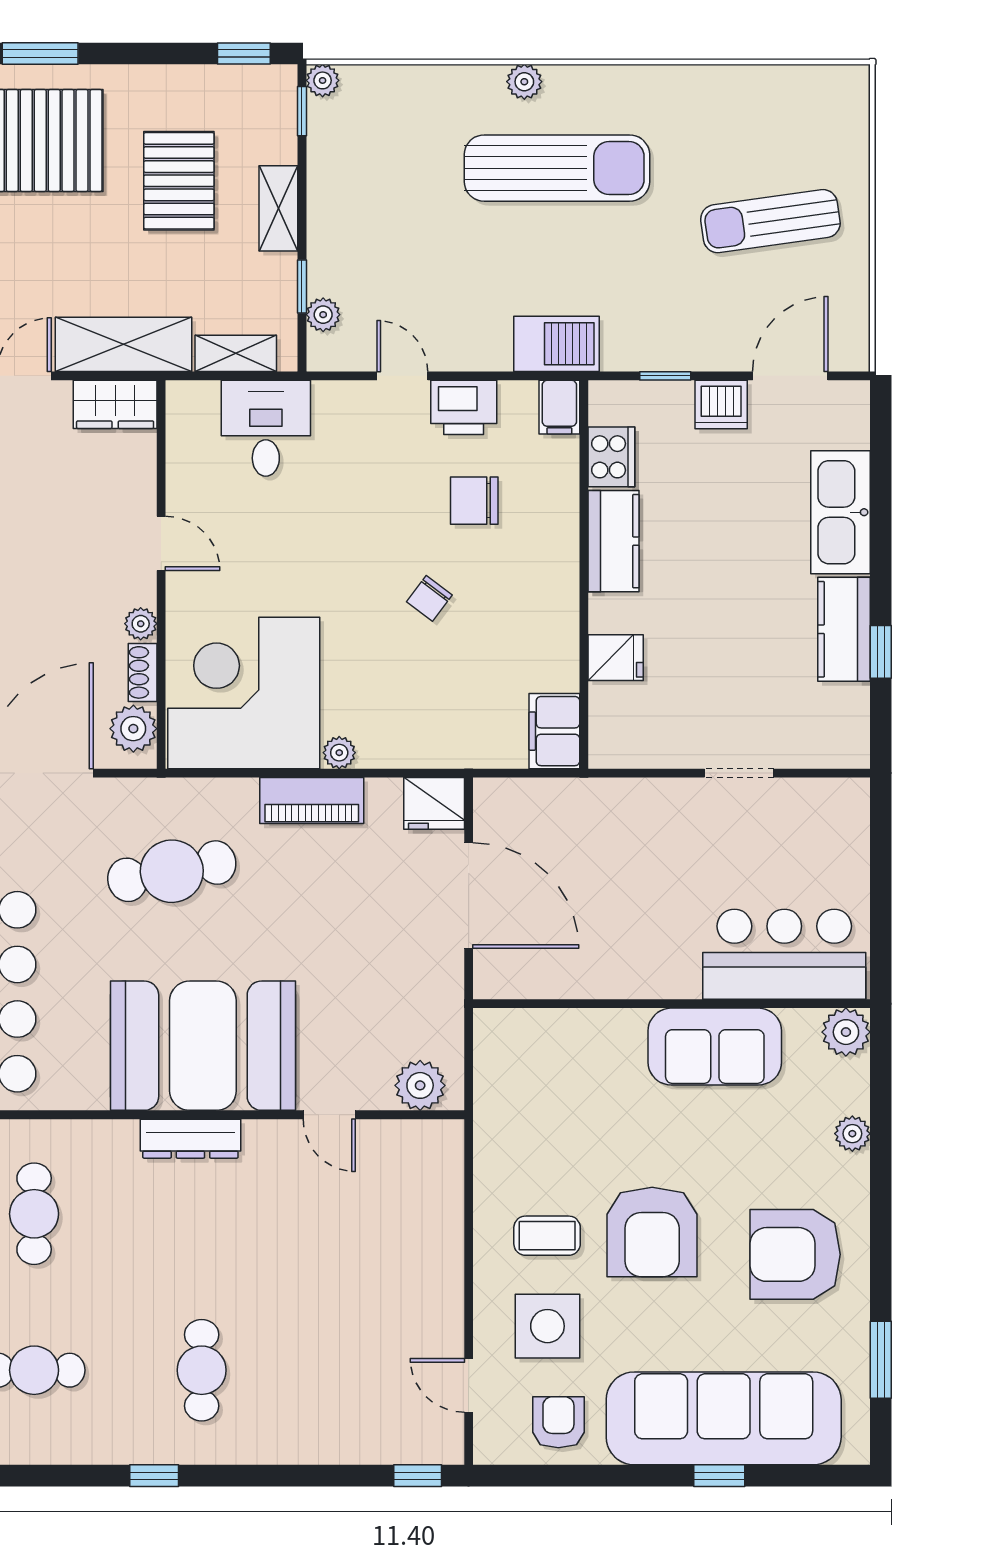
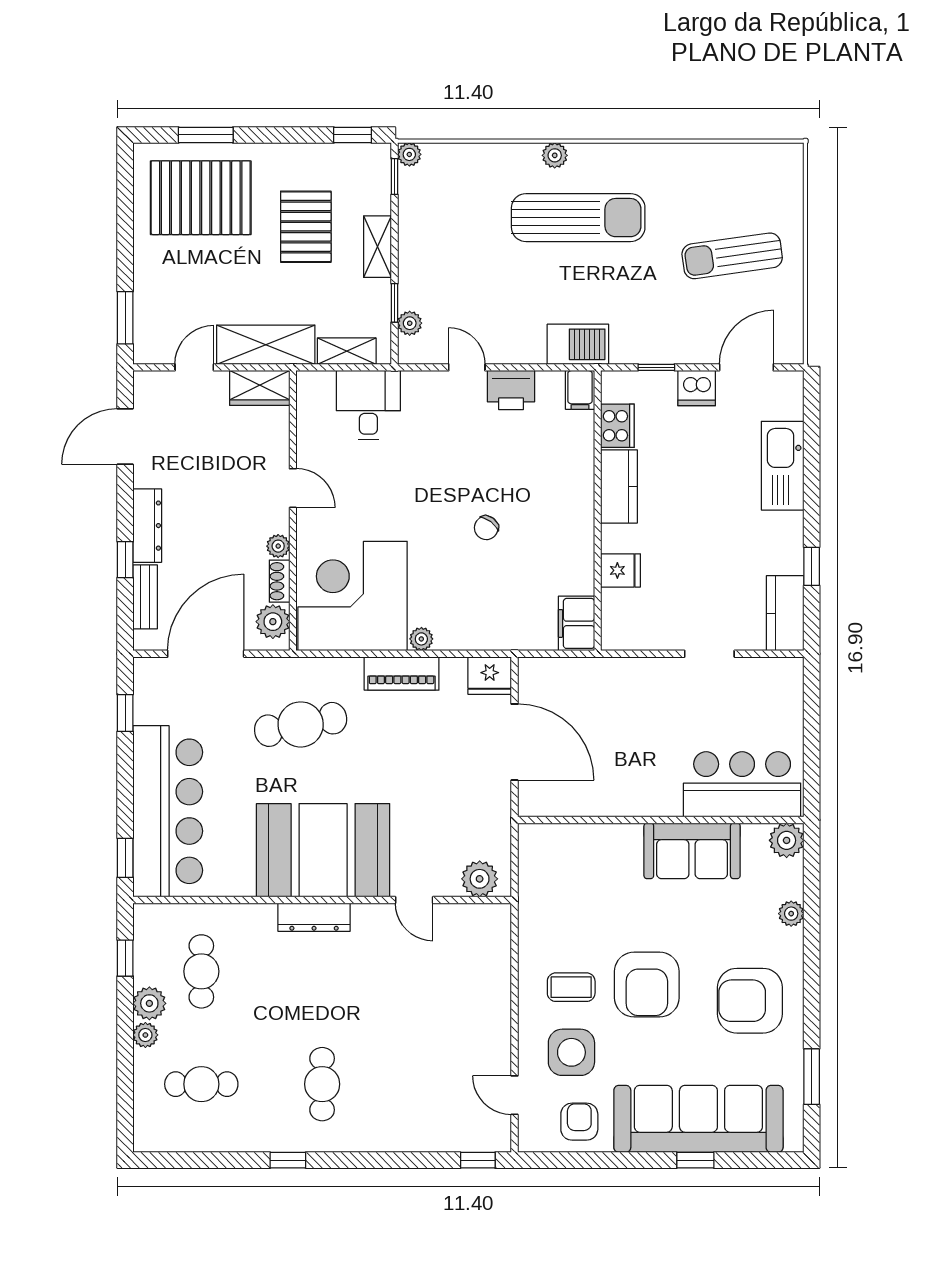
chair: (474, 501) -> (519, 457), removed
kitchen counter: (844, 629) -> (785, 613), moved

